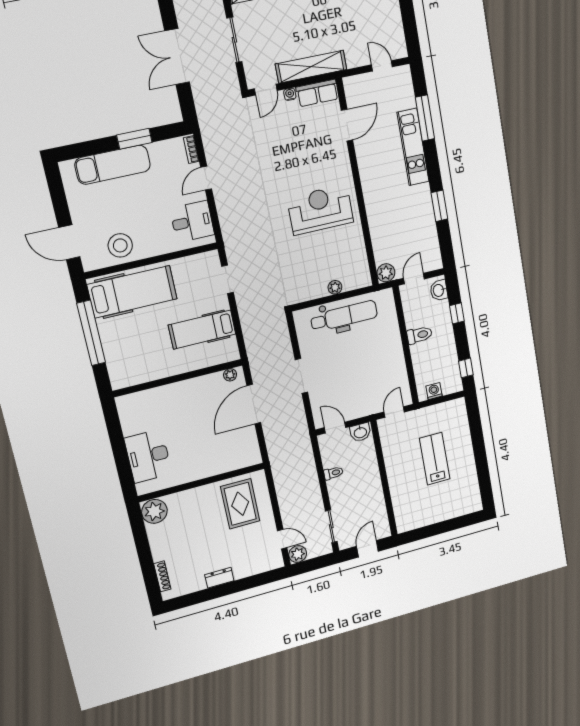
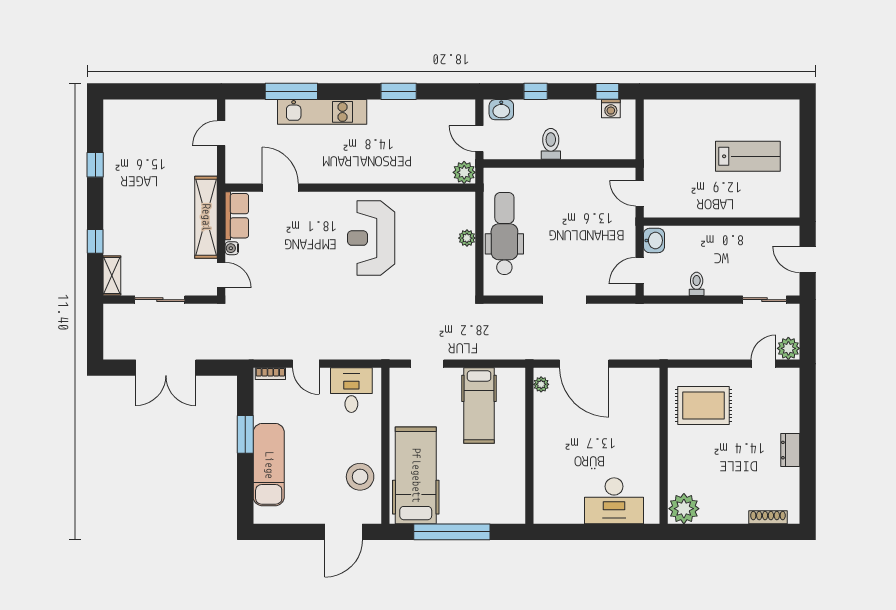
washing machine: (434, 391) -> (611, 109), moved, turned -90
lab bench: (435, 459) -> (748, 156), moved, turned 180

